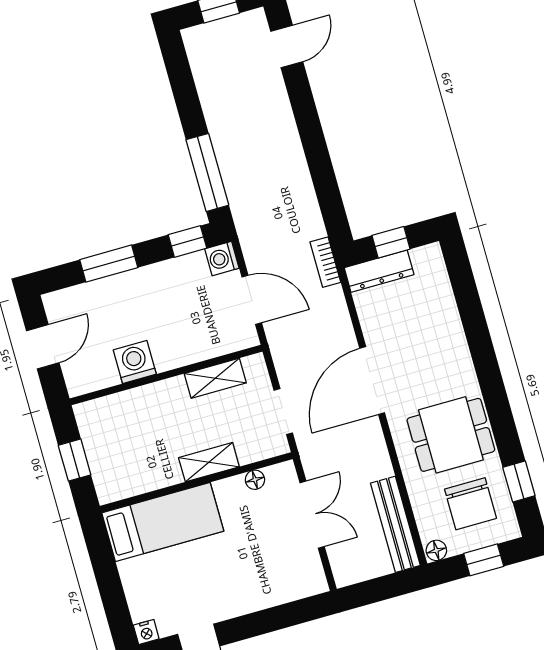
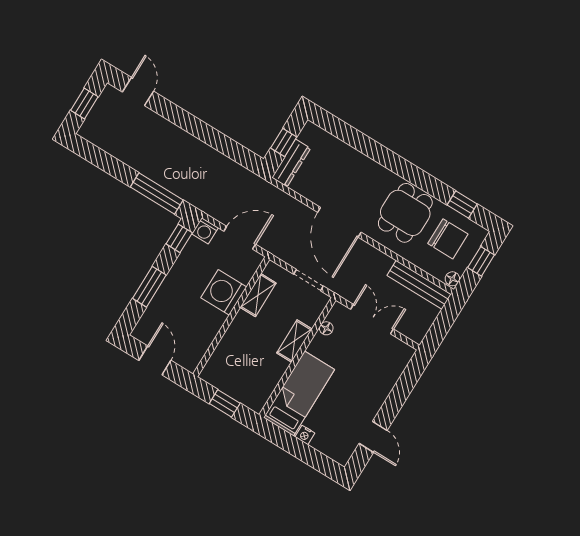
bookcase: (325, 262) -> (260, 184), removed
washing machine: (135, 362) -> (224, 292), moved, width x1.37, depth x1.37
nightstand: (146, 632) -> (305, 435), moved, turned 90

